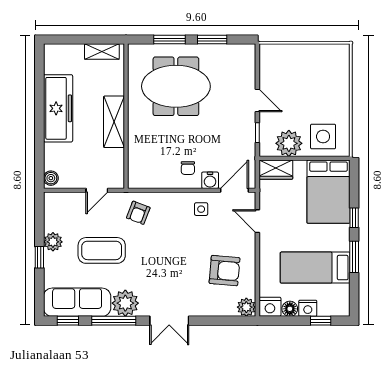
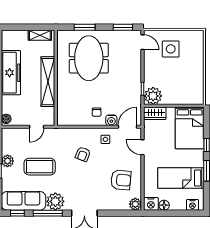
window: (212, 40) -> (123, 27), moved
meeting table: (176, 86) -> (89, 58), turned 90
door: (257, 100) -> (143, 42), moved
shelving: (114, 122) -> (48, 82), width x1.47
side table: (323, 137) -> (171, 49), moved
plant: (289, 143) -> (153, 96), moved
armchair: (138, 213) -> (83, 154), moved
nightstand: (308, 308) -> (192, 205), moved
window: (321, 321) -> (184, 213), removed

